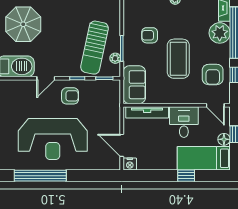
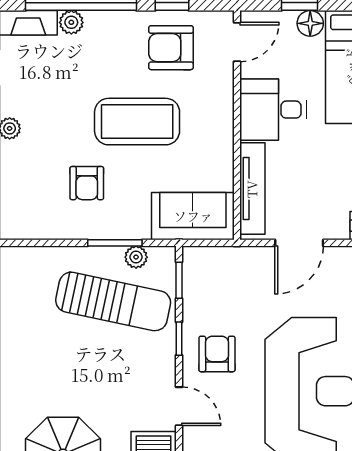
plant: (220, 33) -> (71, 22), width x0.53, depth x0.53
armchair: (213, 74) -> (171, 48), turned 180
door: (122, 145) -> (299, 243), moved

